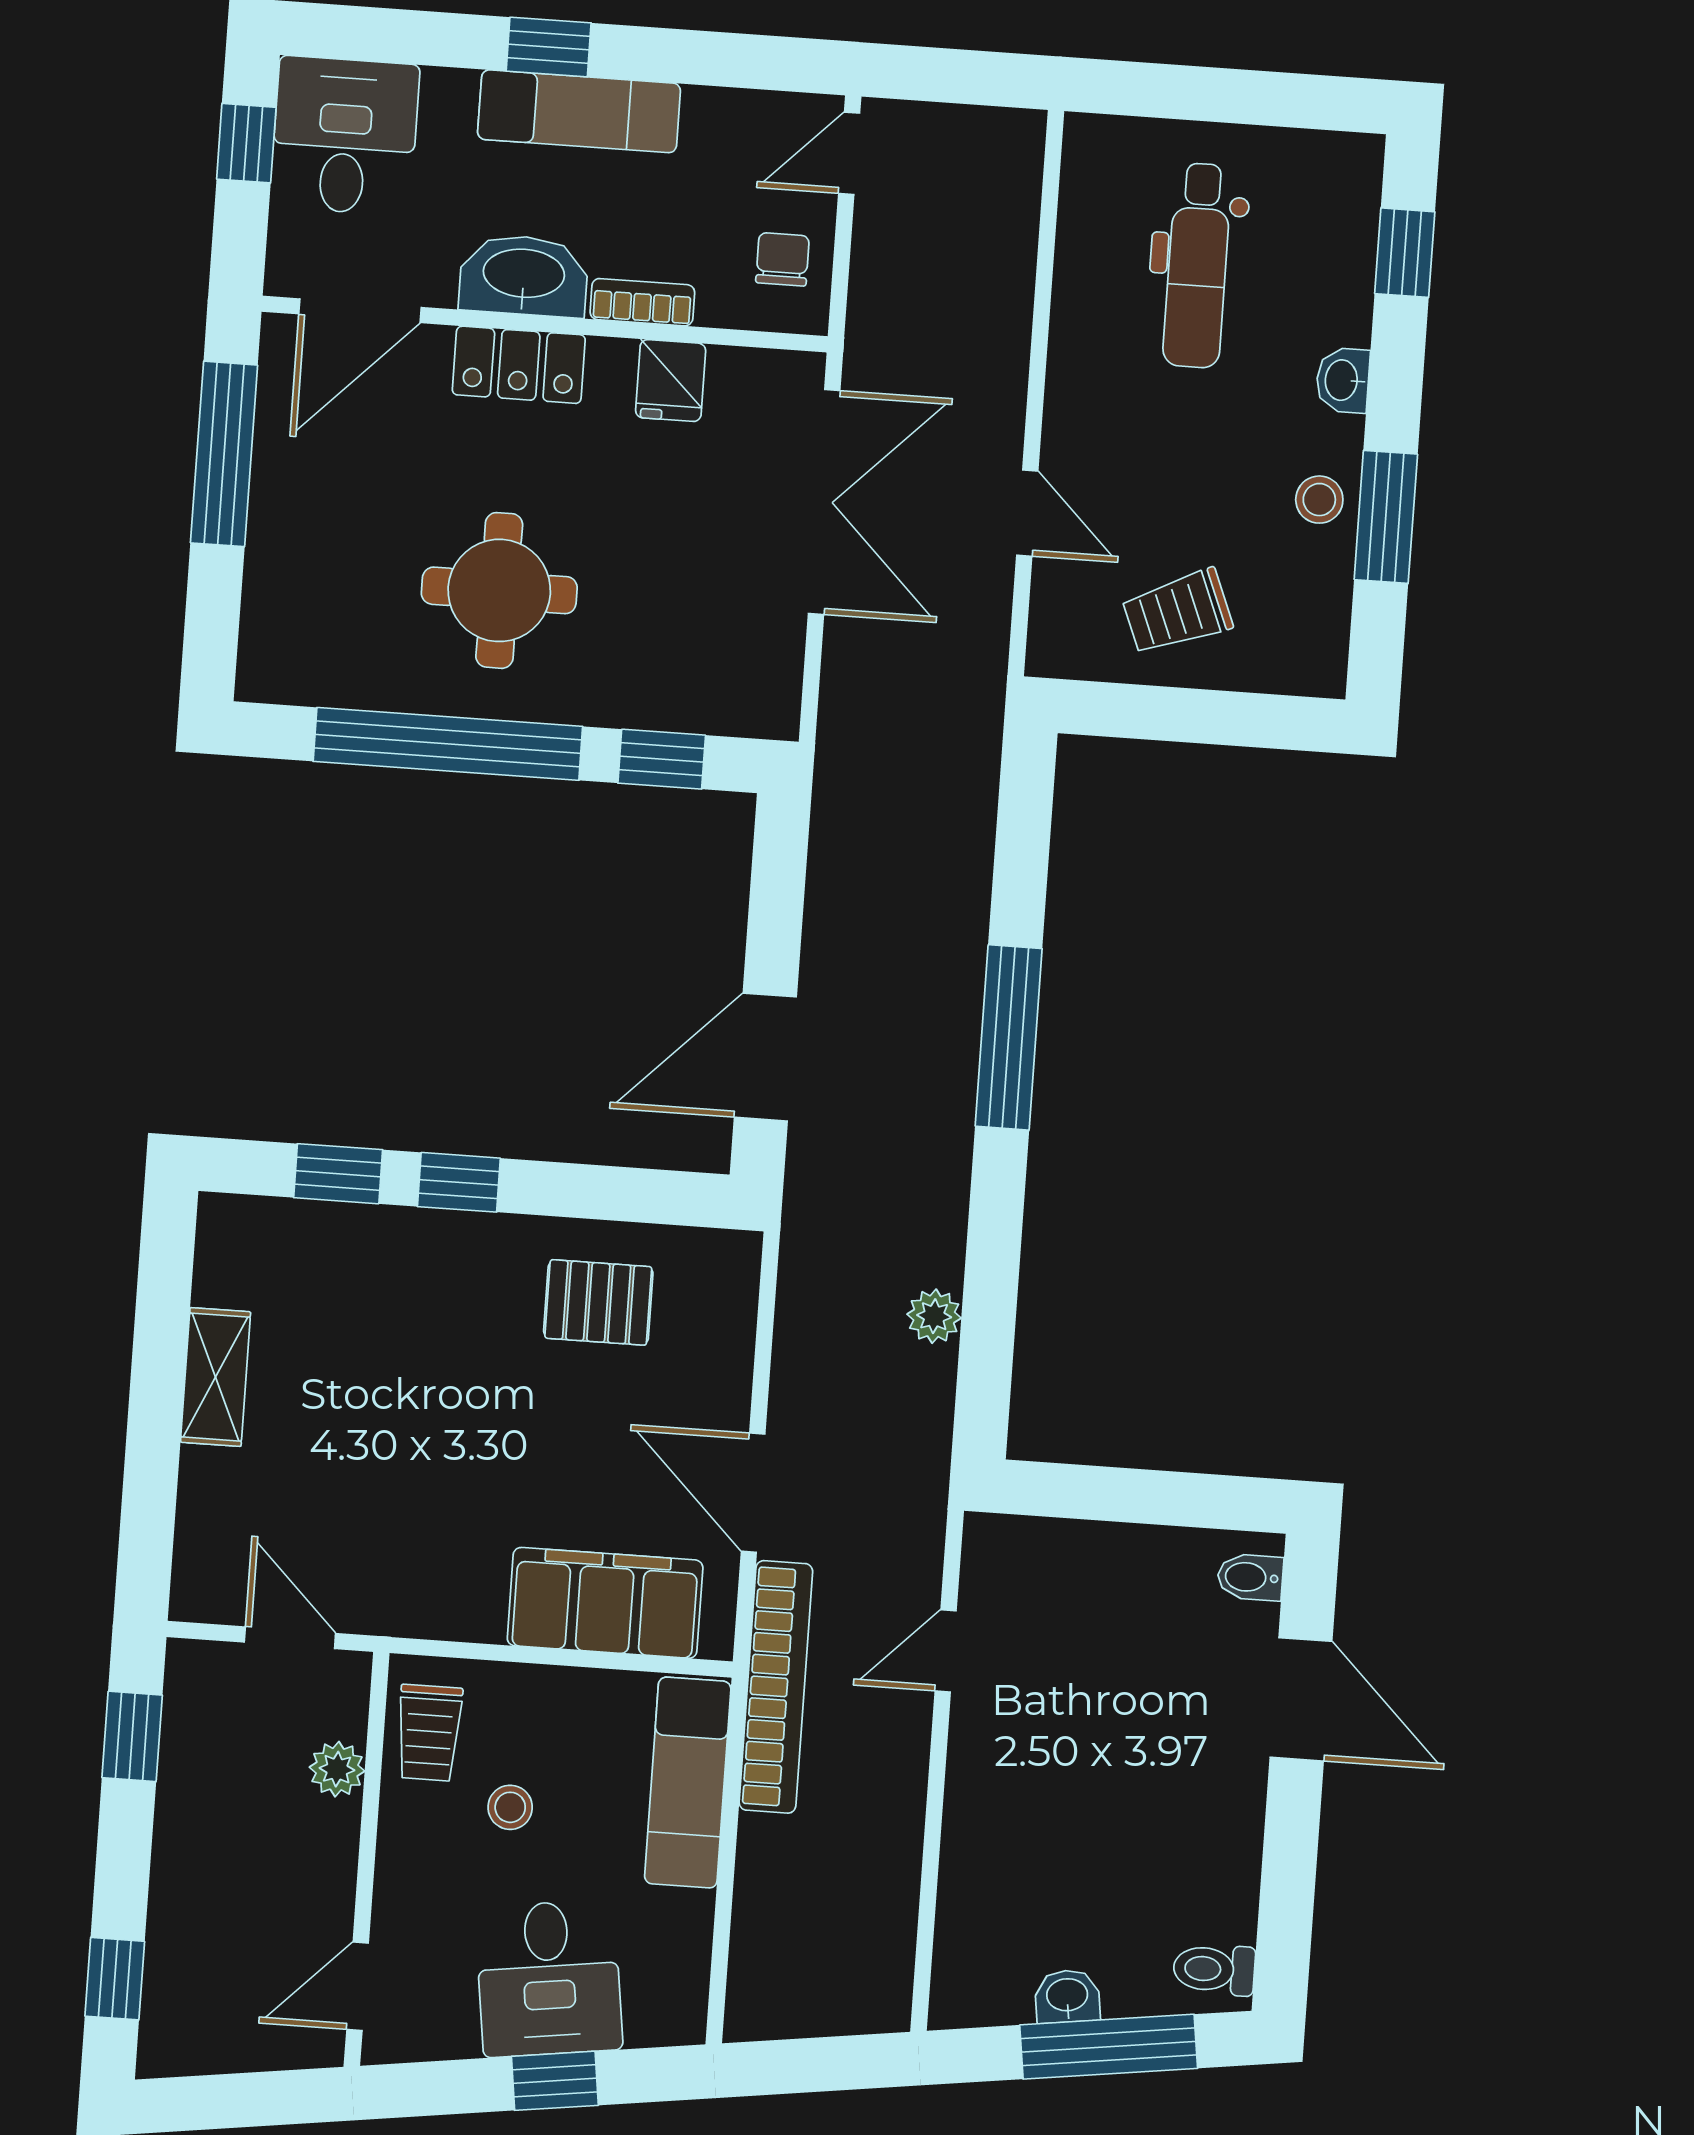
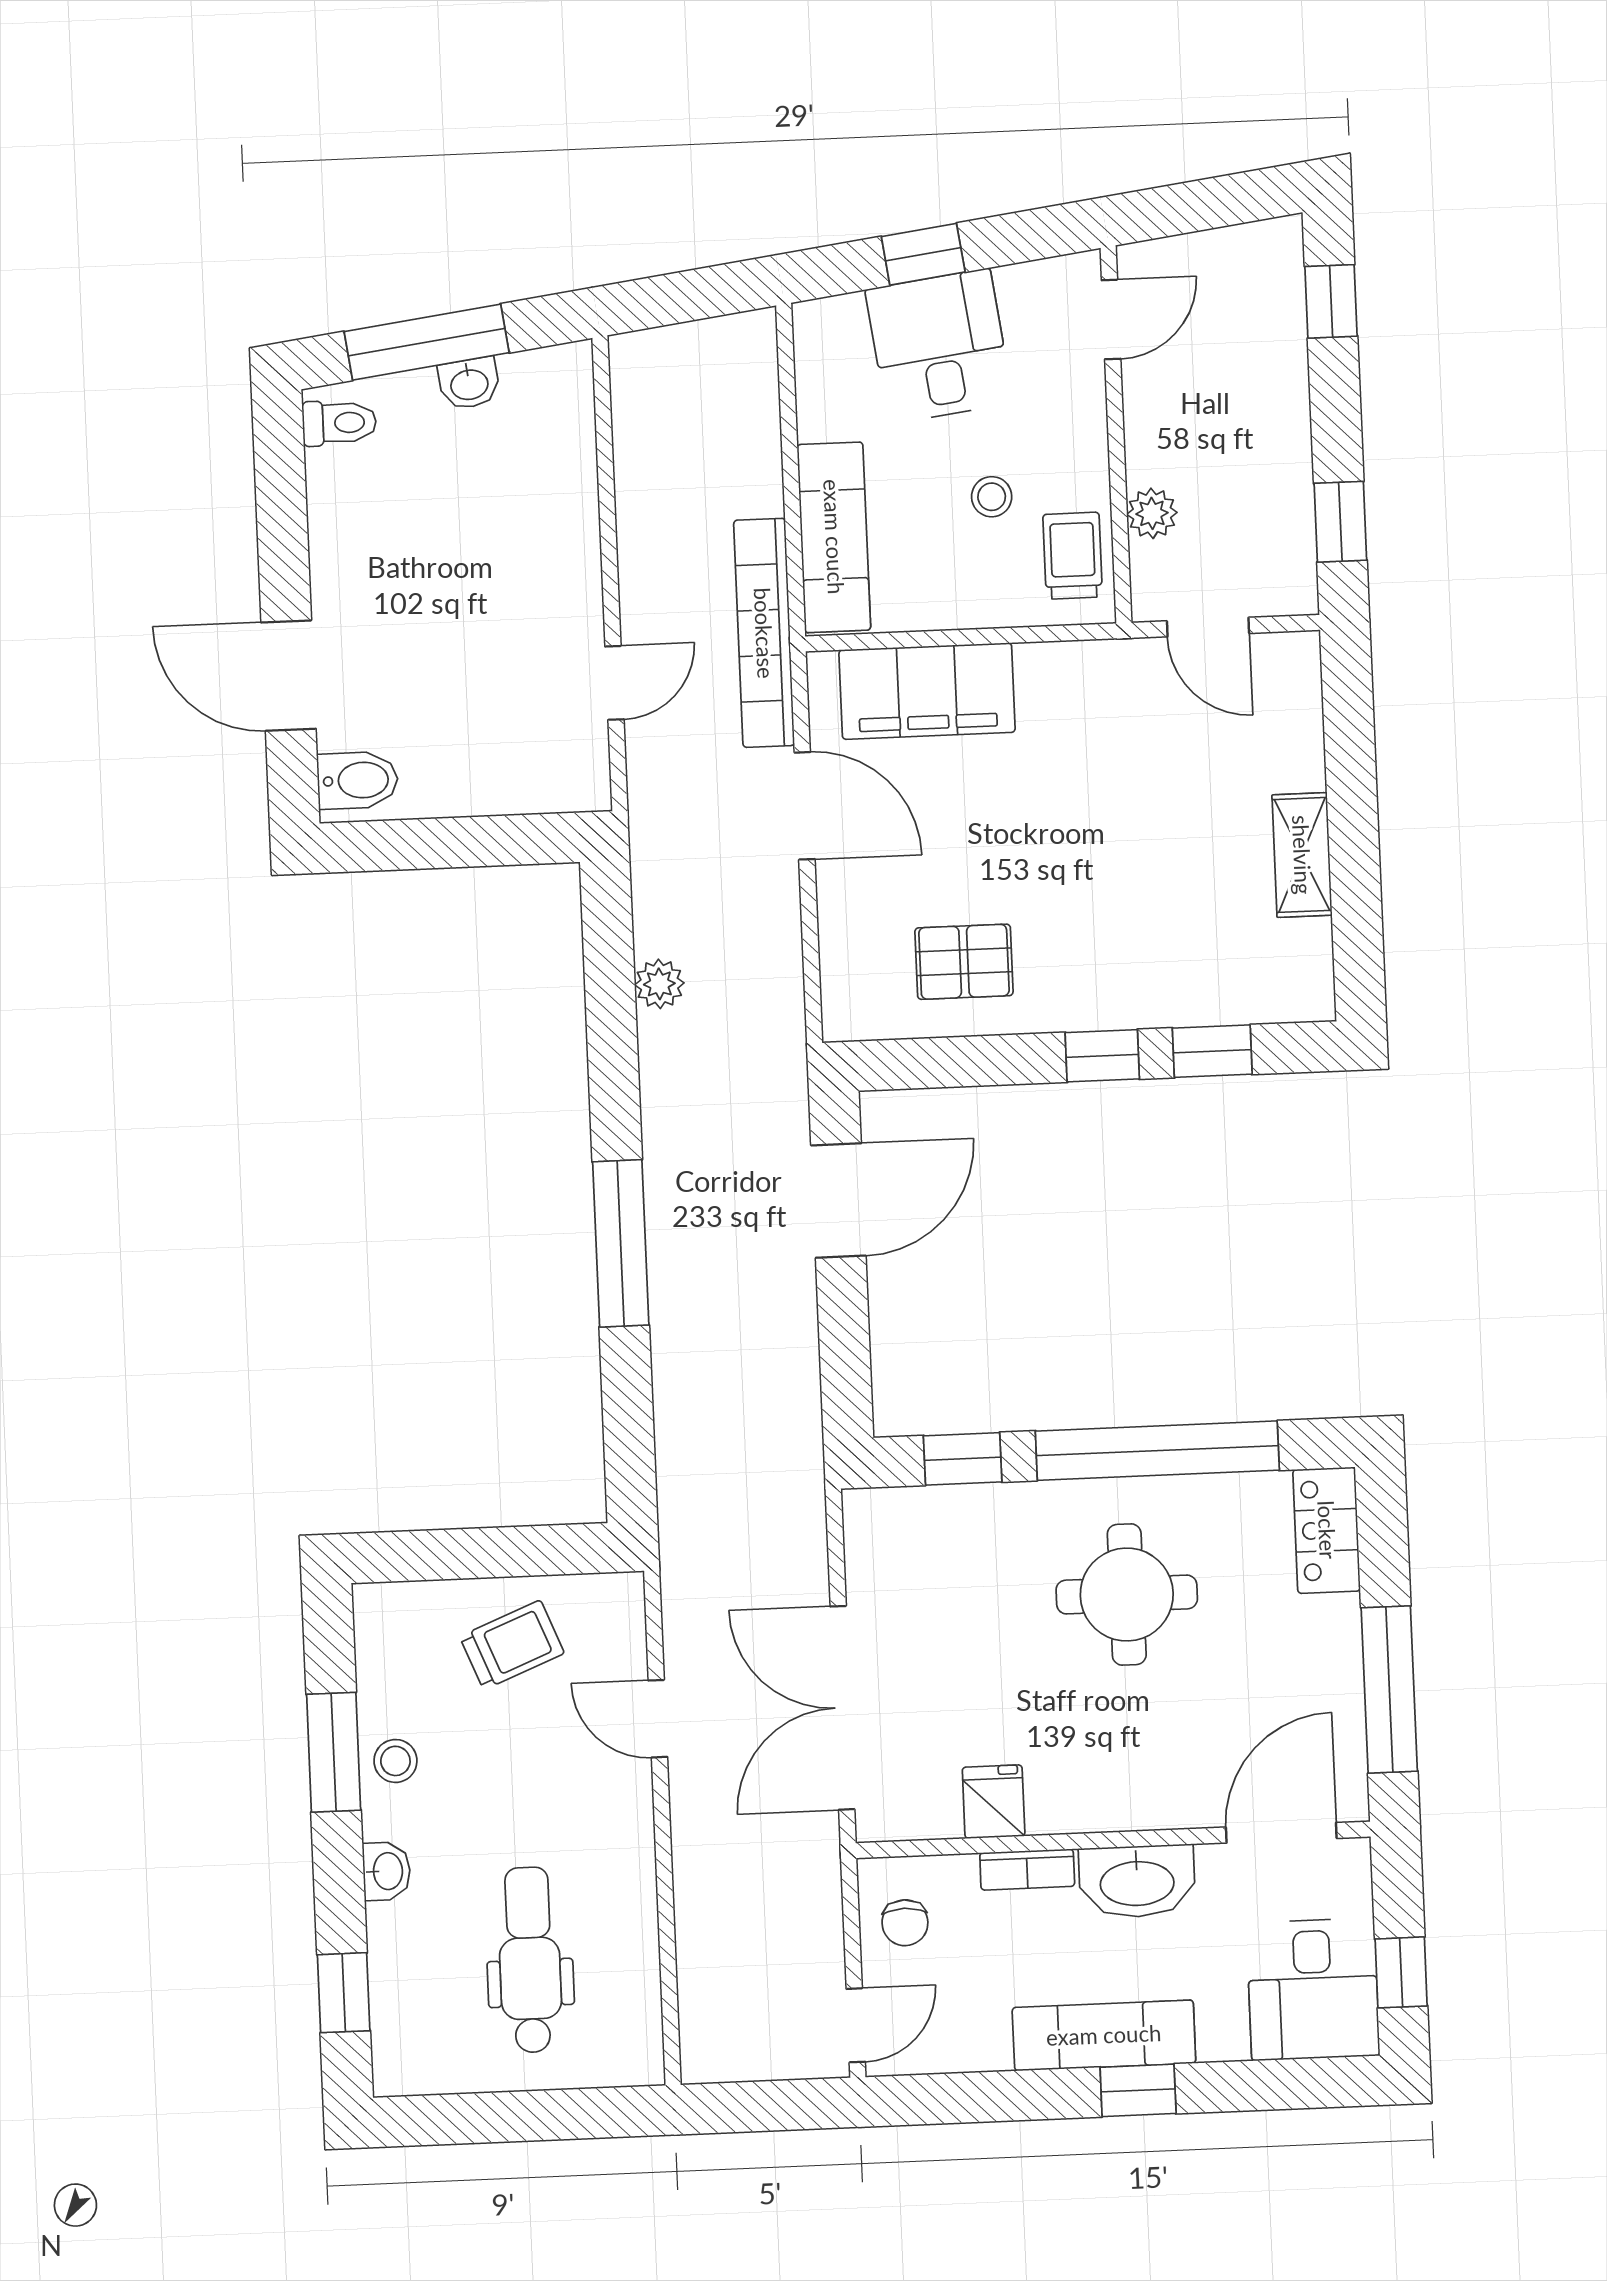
locker: (519, 365) -> (1327, 1530), moved, turned -90
bidet: (1250, 1577) -> (358, 780), width x1.38, depth x1.36

